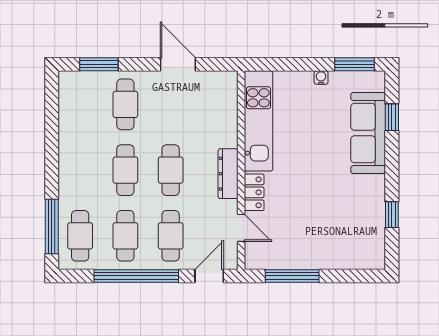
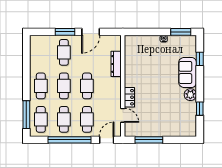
window: (99, 64) -> (65, 32), moved
door: (178, 64) -> (91, 32), swing flipped
kitchen unit: (258, 121) -> (132, 61), removed
sofa: (368, 133) -> (188, 72), width x0.73
cafe table: (80, 170) -> (41, 86), added
dresser: (228, 174) -> (116, 64), moved
plant: (374, 187) -> (190, 95), added

